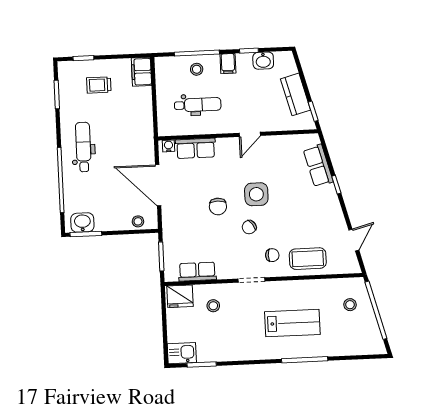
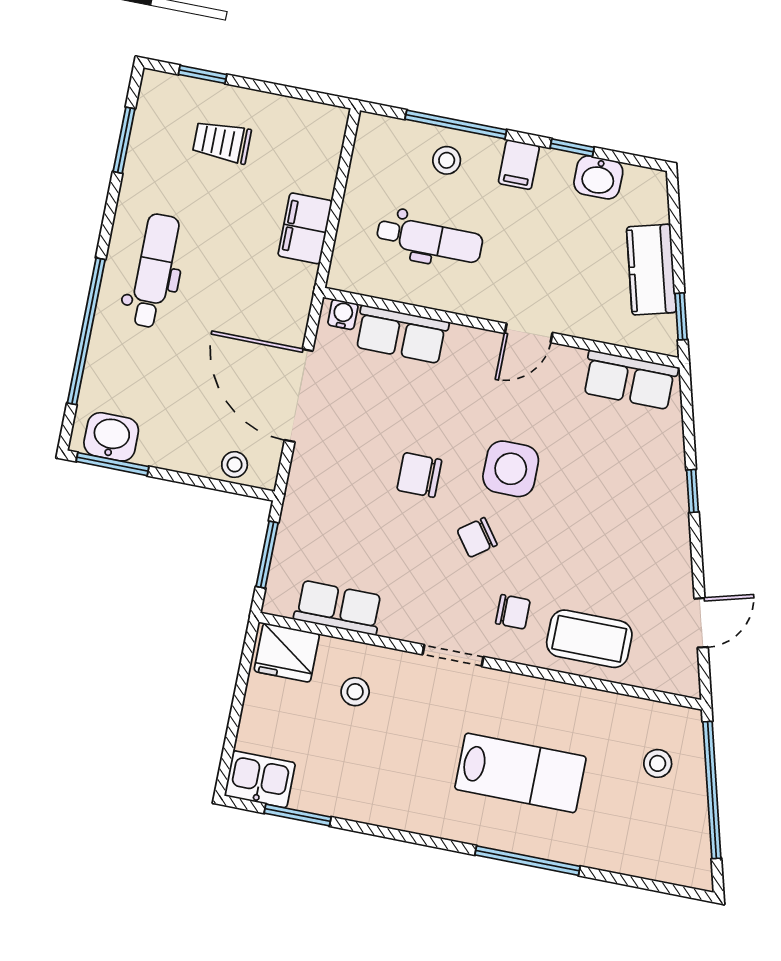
filing cabinet: (141, 72) -> (305, 228), moved
row of seats: (318, 166) -> (630, 380), moved, turned -75
chair: (218, 206) -> (419, 475), turned 90

